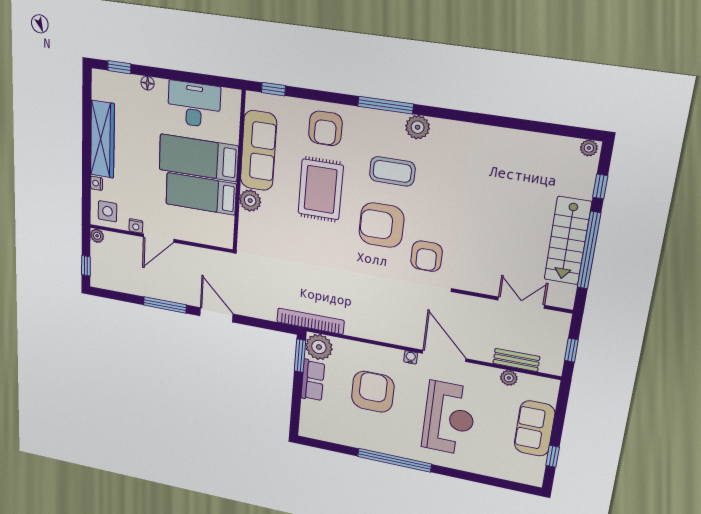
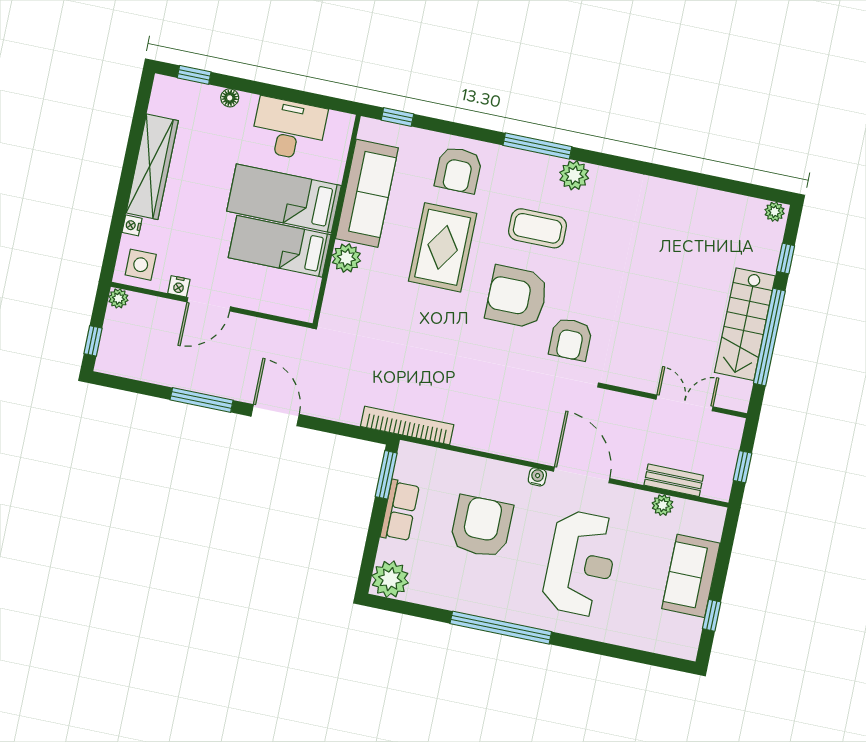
plant: (319, 347) -> (390, 579), moved

